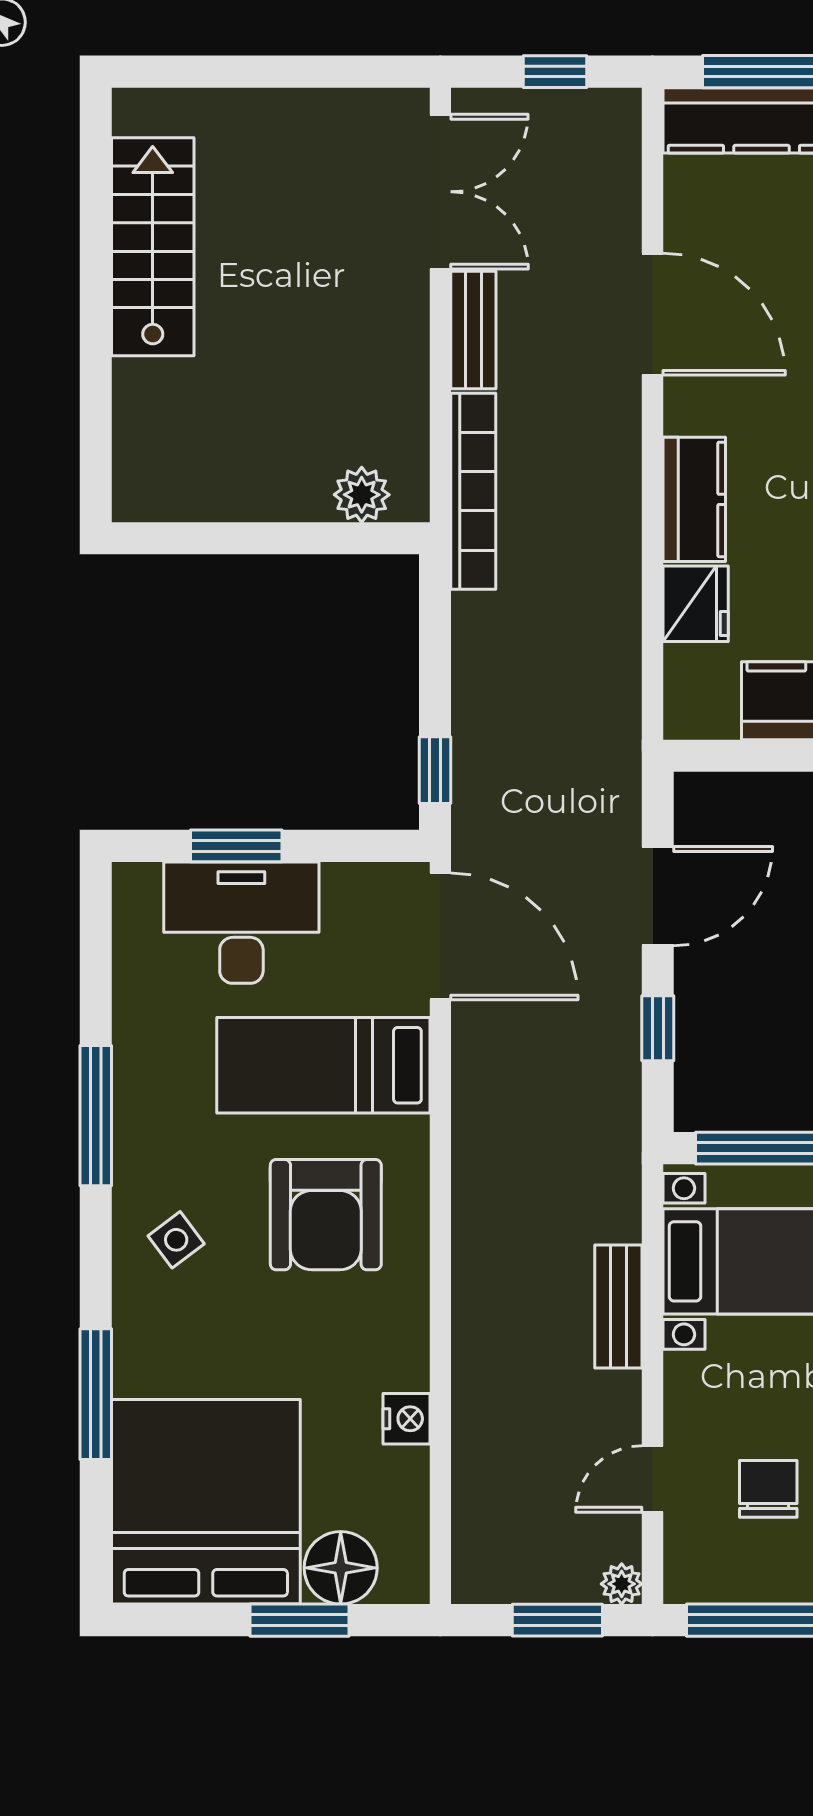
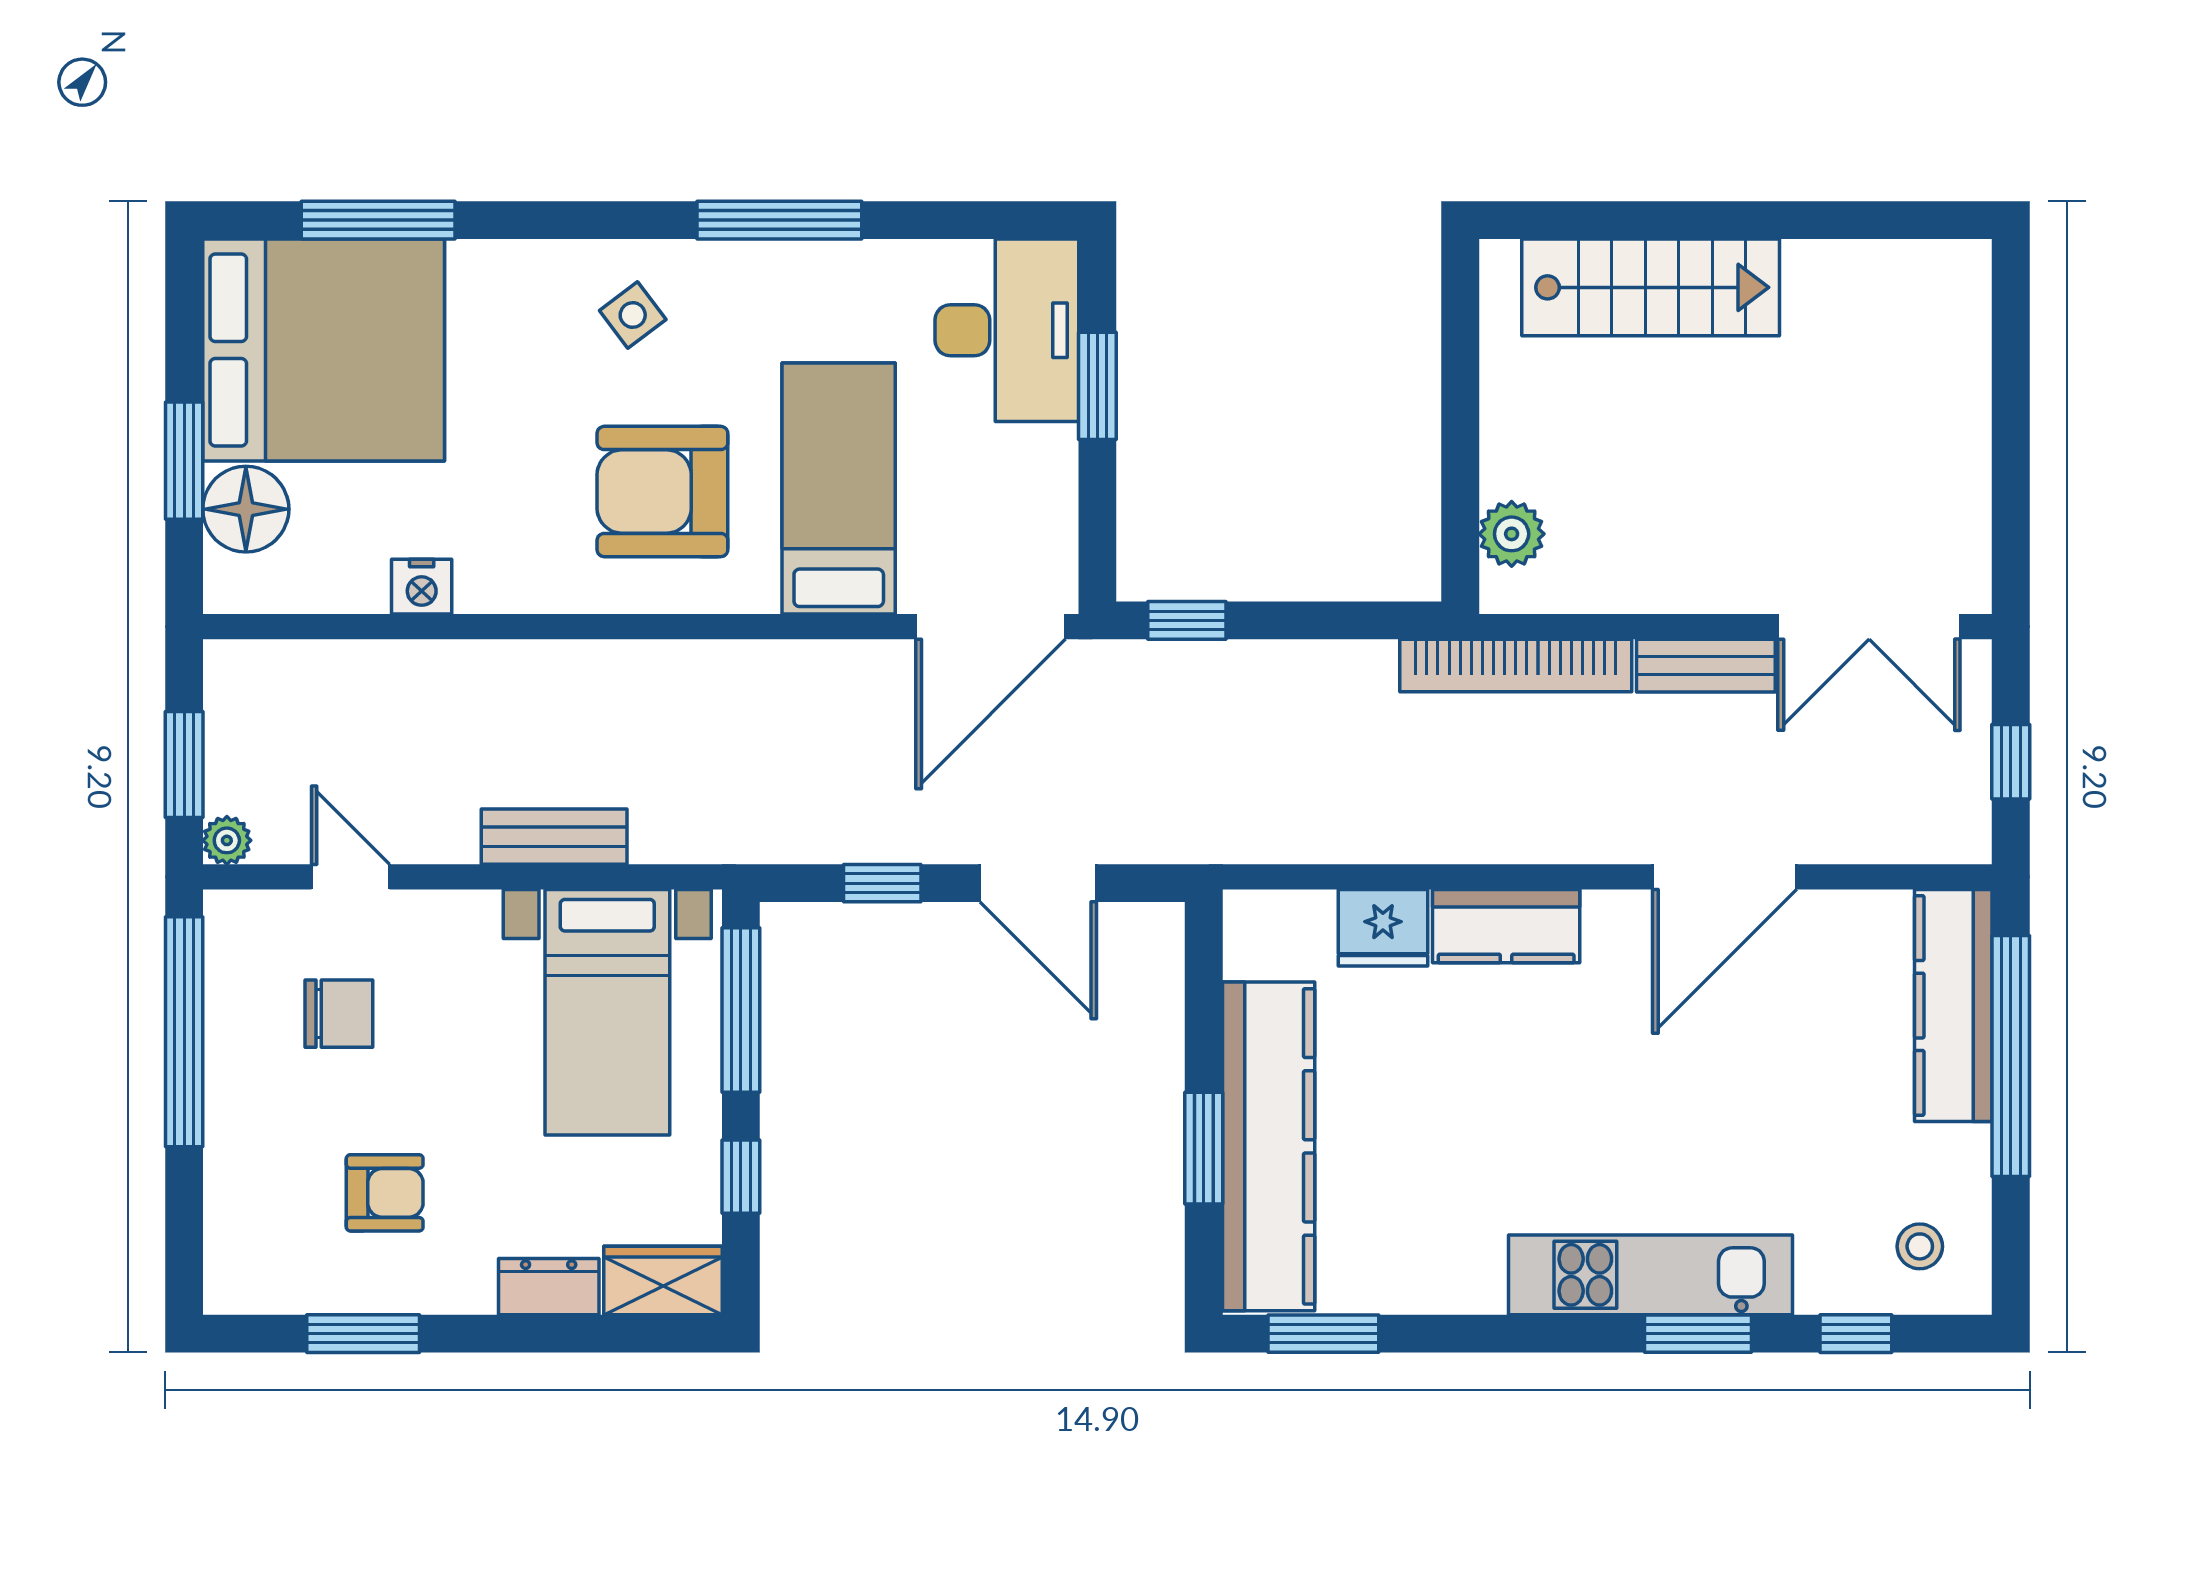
stairs: (153, 247) -> (1651, 287), moved
desk: (241, 923) -> (1007, 330), moved
window: (96, 1394) -> (378, 220), moved

